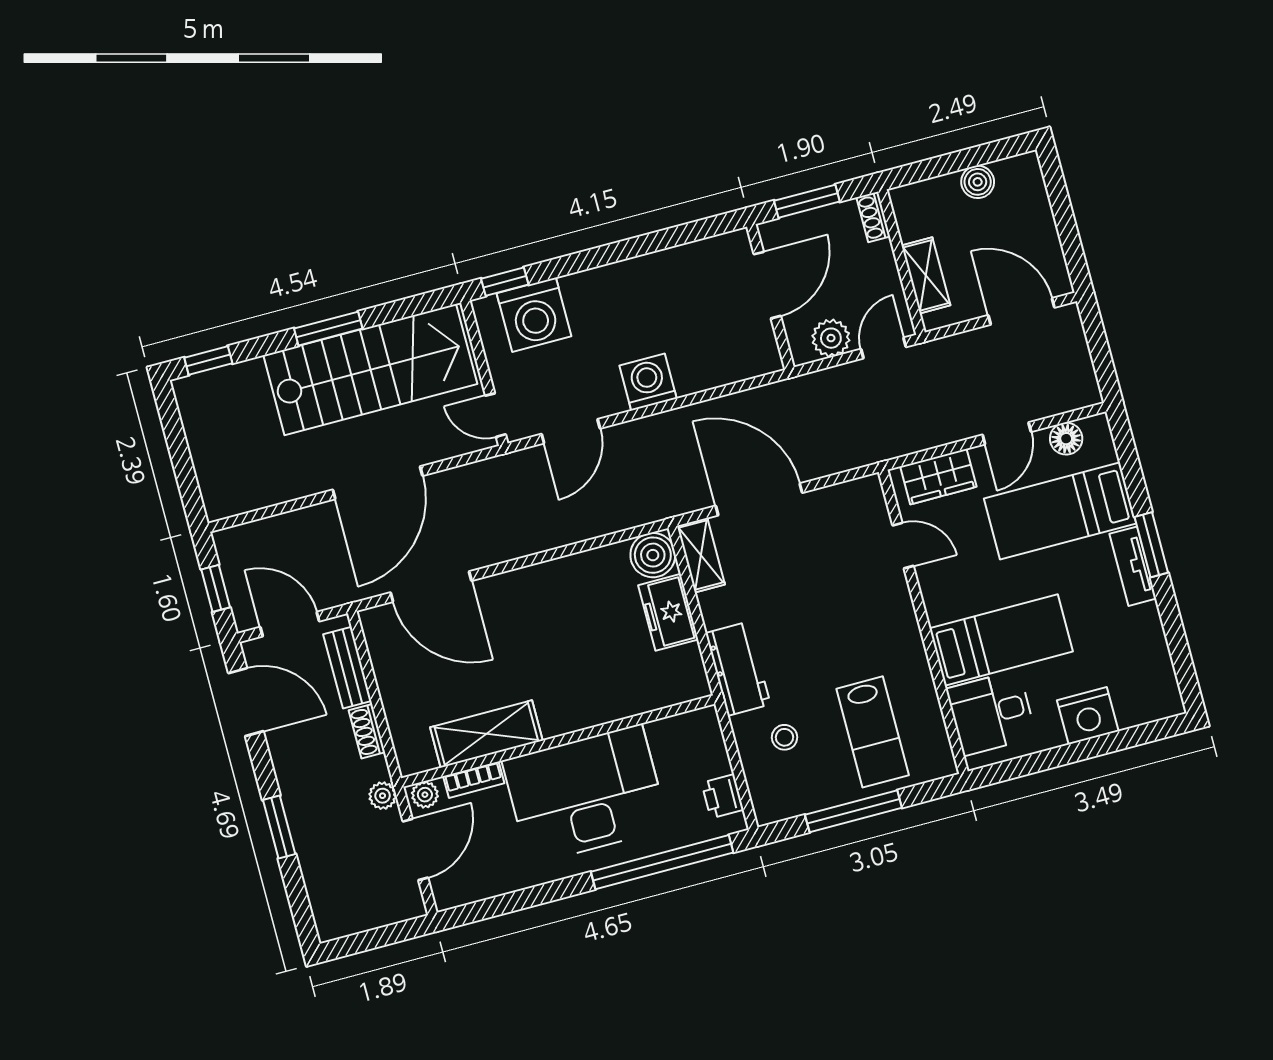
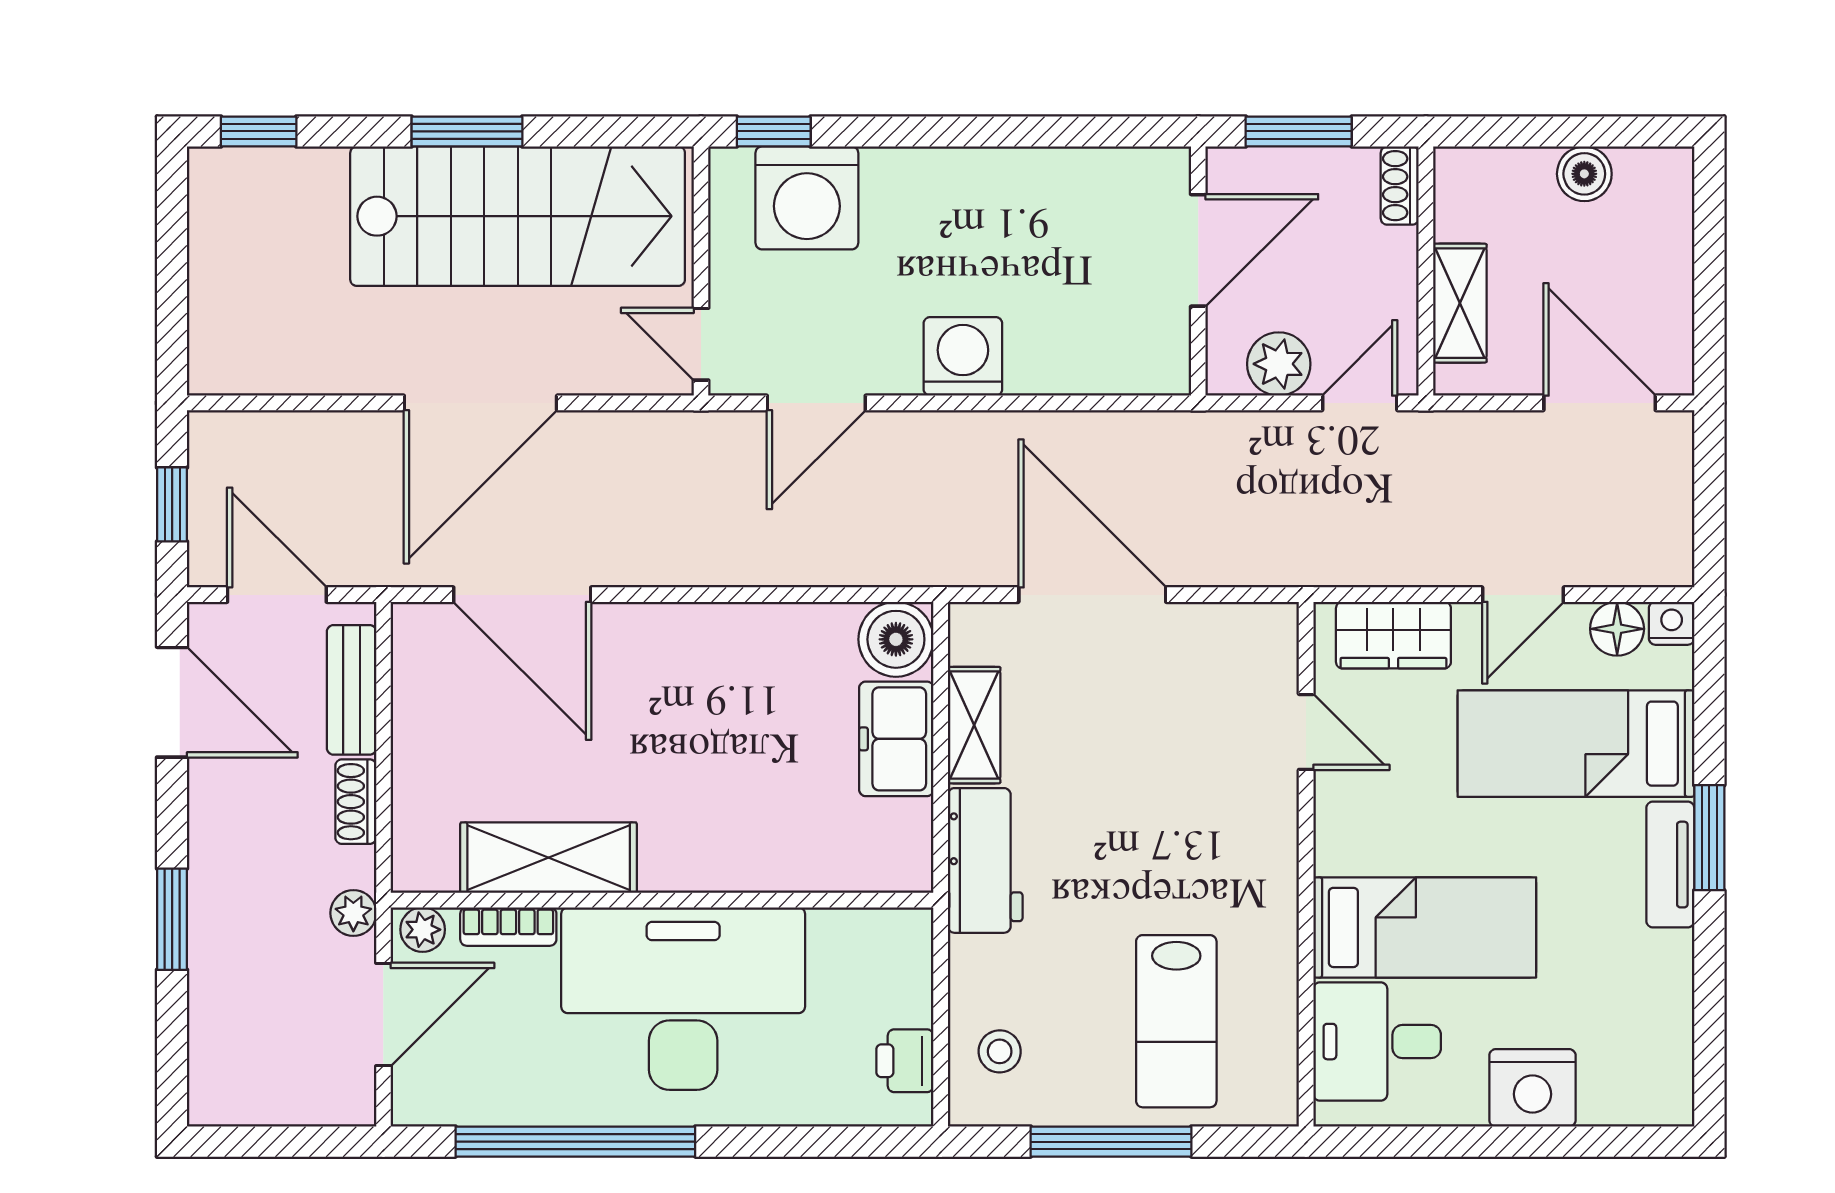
nightstand: (1097, 427) -> (1672, 623), added
shelving: (701, 555) -> (974, 725), moved
stool: (784, 737) -> (1000, 1051), moved
window: (662, 862) -> (575, 1142), moved

